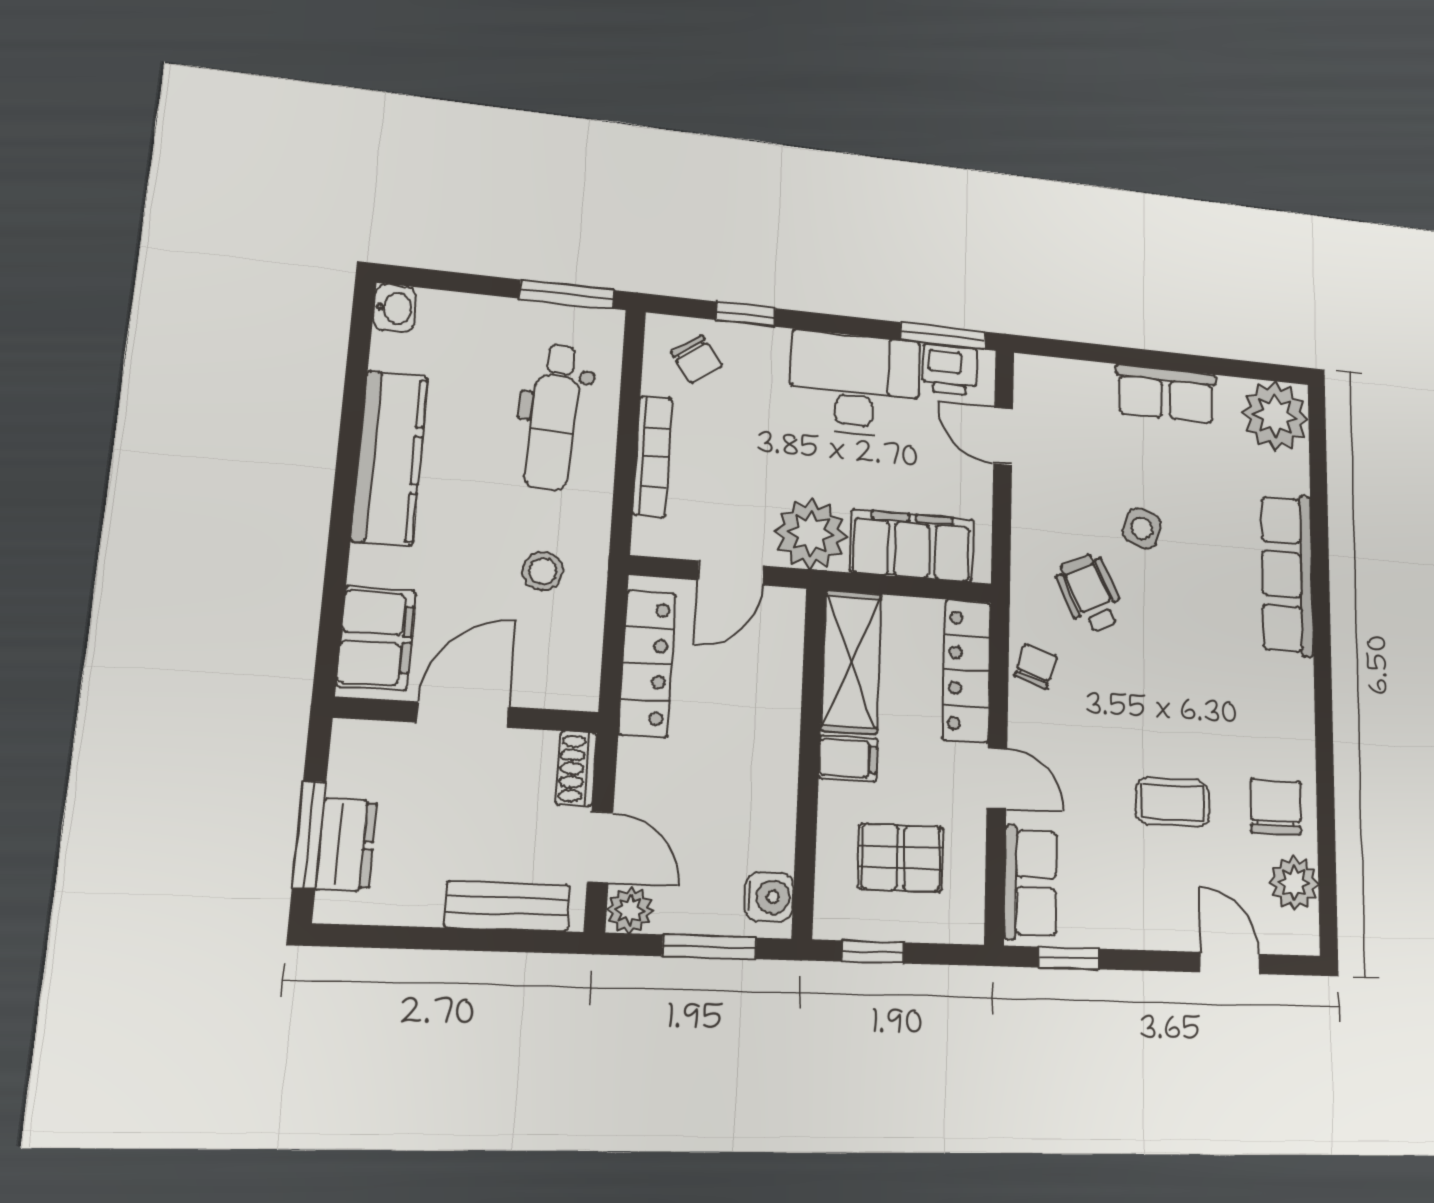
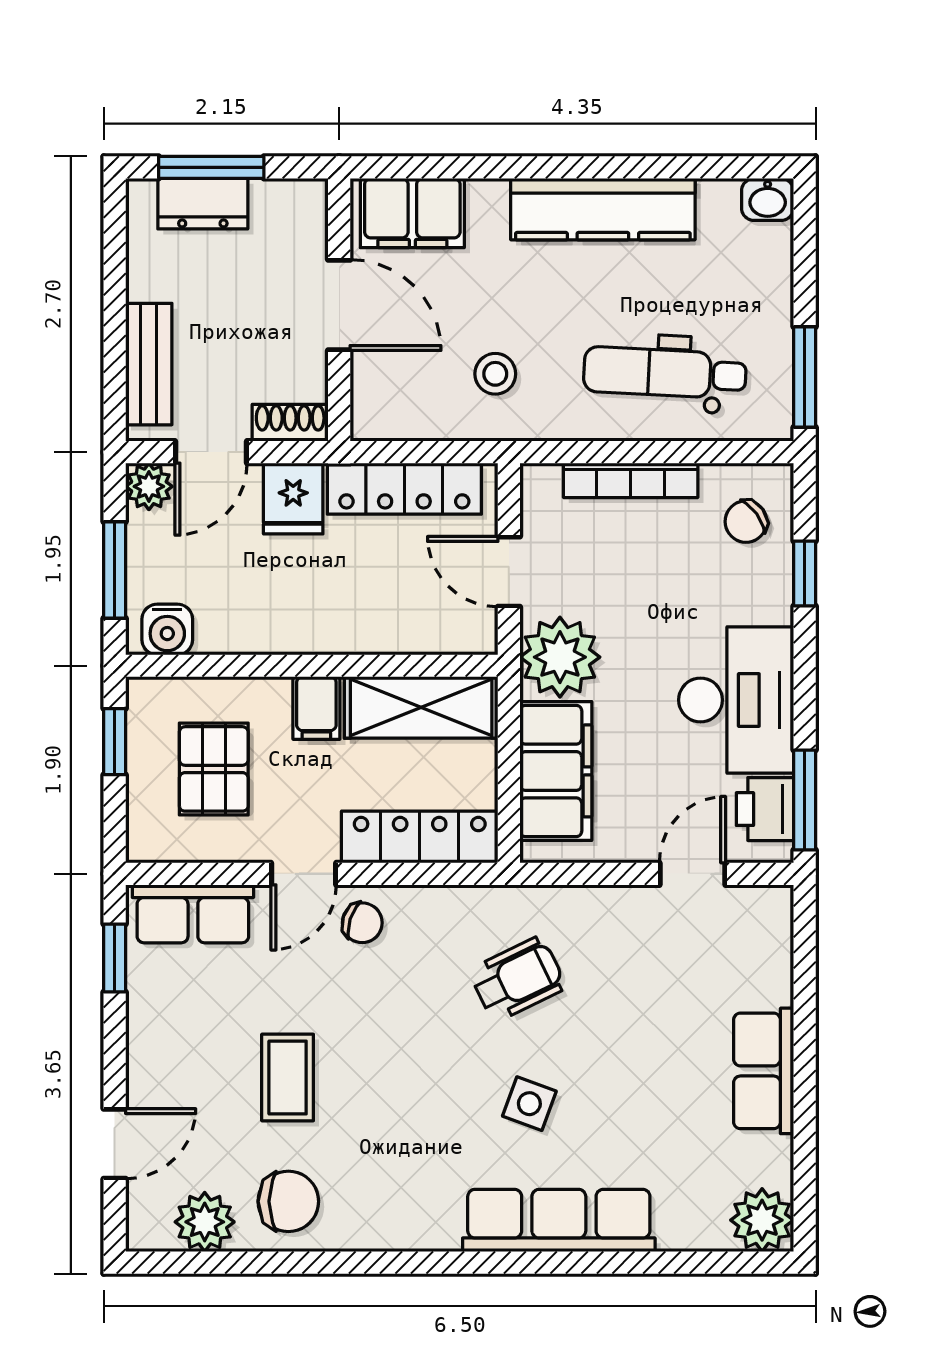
plant: (1275, 416) -> (762, 1220), width x0.73, depth x0.73
side table: (1142, 528) -> (529, 1104), moved
chair: (1036, 666) -> (362, 923), moved
fridge: (650, 770) -> (293, 499), added

